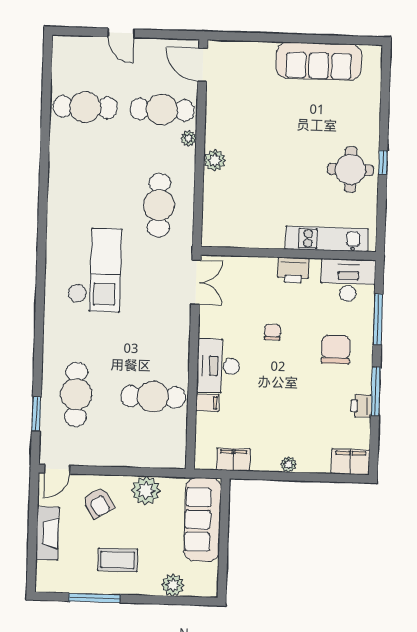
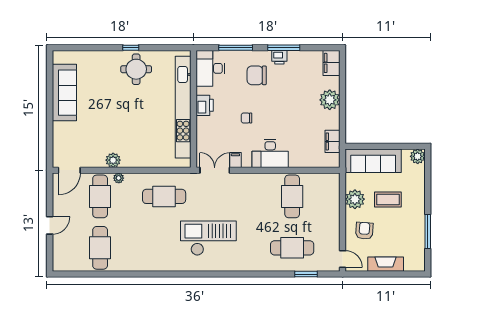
plant: (215, 160) -> (113, 160), moved
kitchen unit: (327, 239) -> (183, 107), width x1.86
filing cabinet: (207, 403) -> (235, 160), moved
printer: (361, 406) -> (279, 57), moved
plant: (288, 464) -> (330, 100), width x1.88, depth x1.88
armchair: (98, 503) -> (364, 231), turned -54
coffee table: (118, 560) -> (388, 199), moved, turned 90
plant: (173, 585) -> (418, 156), moved

